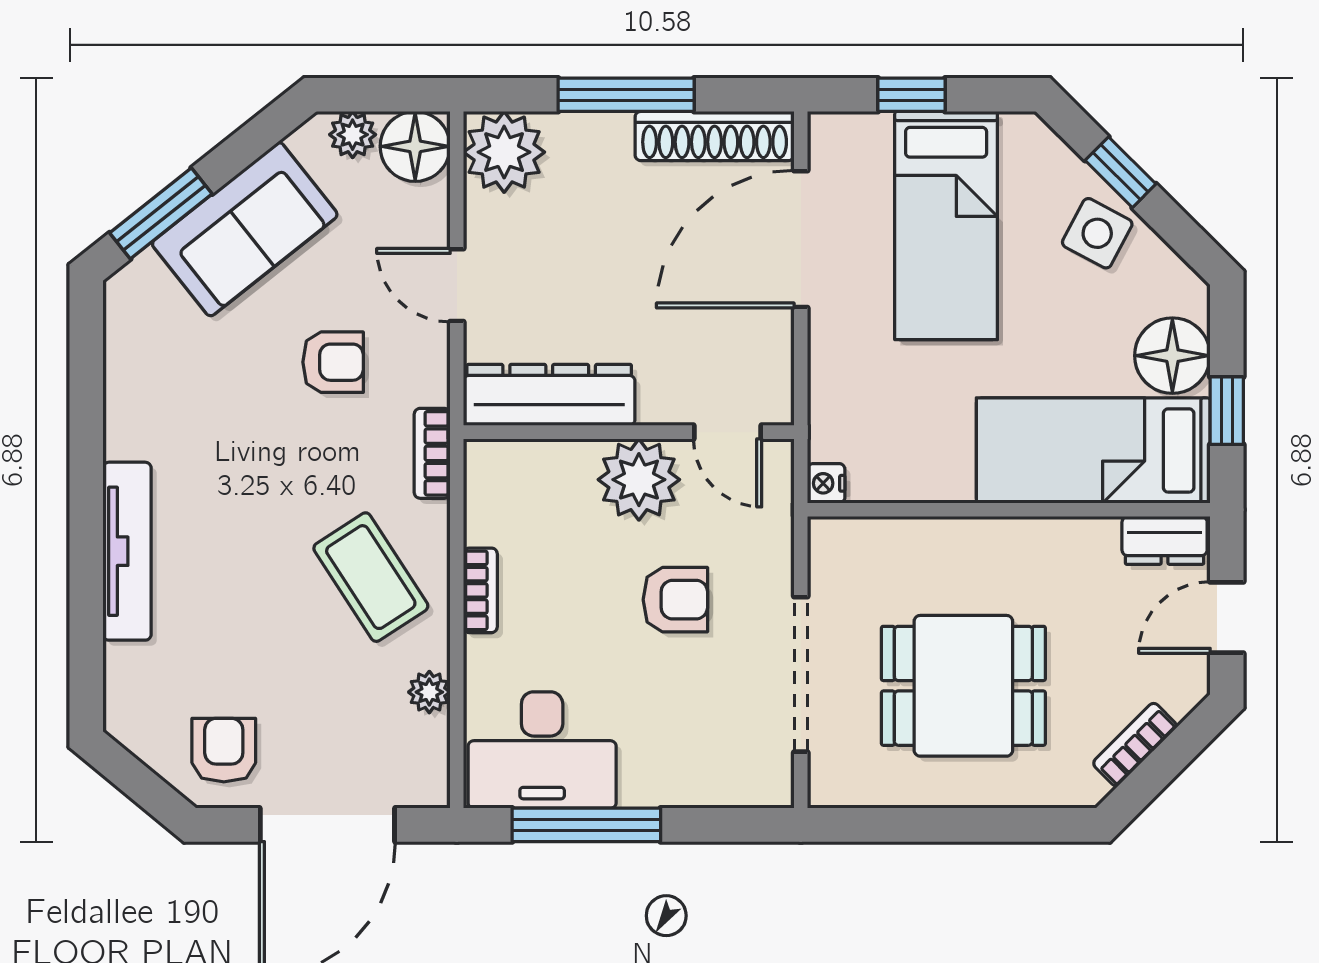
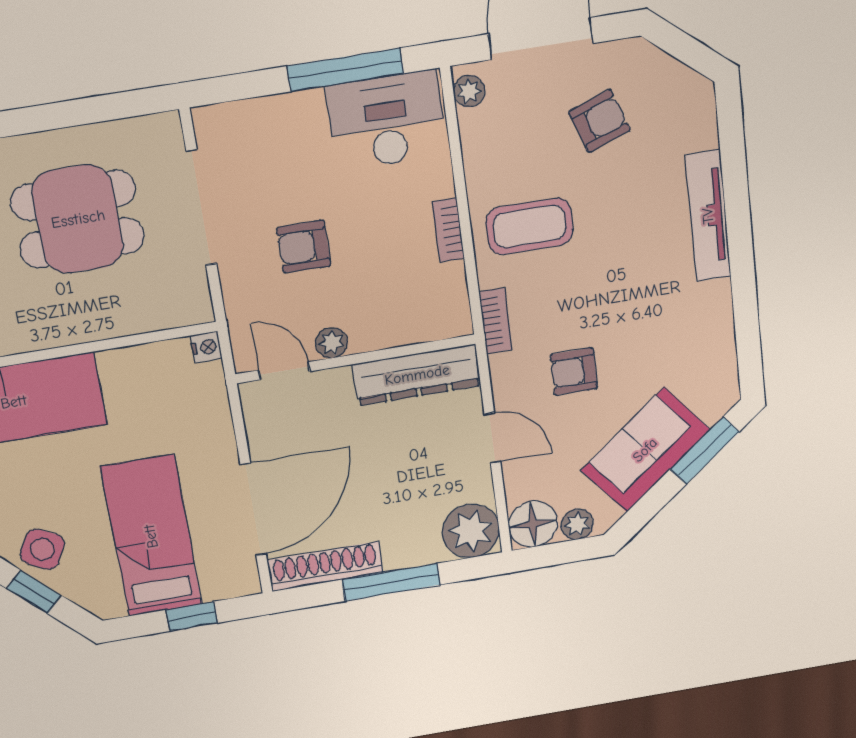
plant: (639, 480) -> (332, 343), width x0.53, depth x0.53
coffee table: (371, 577) -> (529, 226), turned -57
plant: (429, 692) -> (469, 91), moved
armchair: (224, 750) -> (599, 121), moved, turned -110

